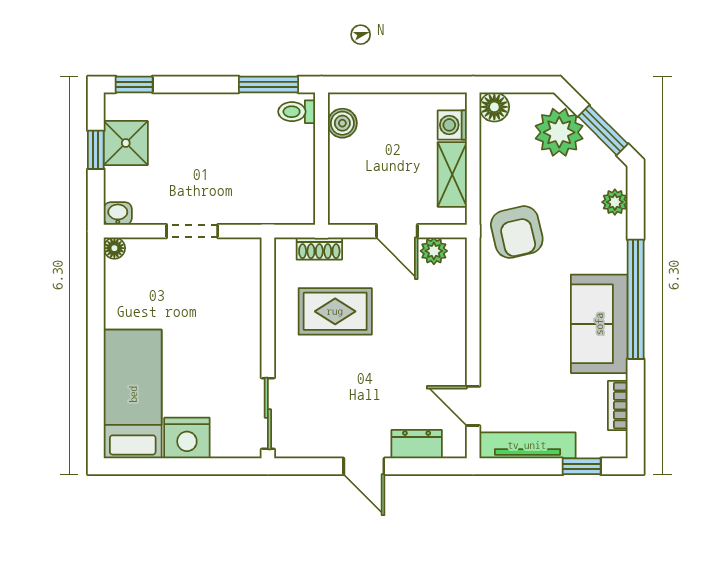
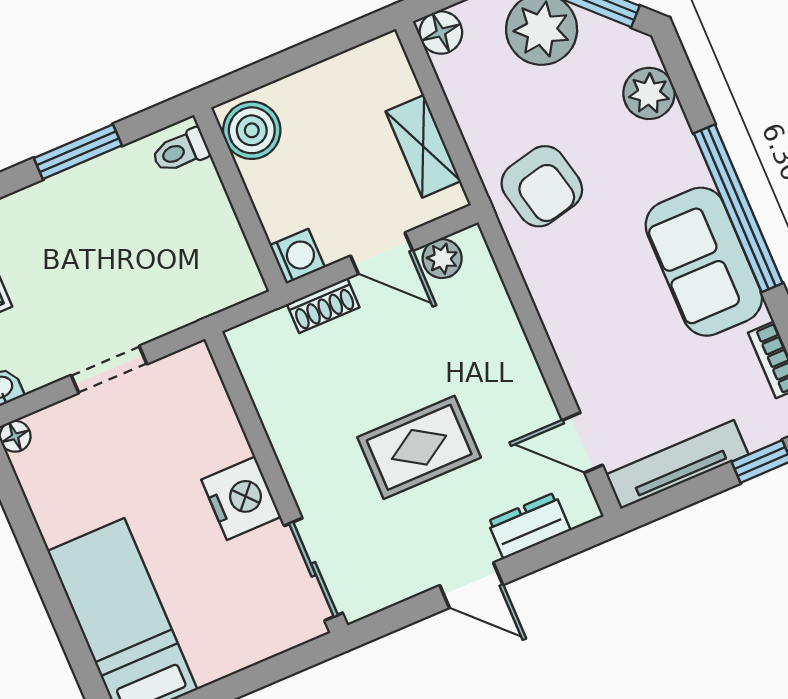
window: (268, 84) -> (78, 152), moved
boiler: (342, 123) -> (252, 130), width x1.36, depth x1.36
washing machine: (452, 125) -> (297, 256), moved, turned 180
plant: (615, 202) -> (649, 93), width x1.38, depth x1.38
shoe rack: (319, 249) -> (323, 306), moved
rug: (335, 311) -> (419, 447), moved
nightstand: (187, 438) -> (241, 498), moved, turned -90

